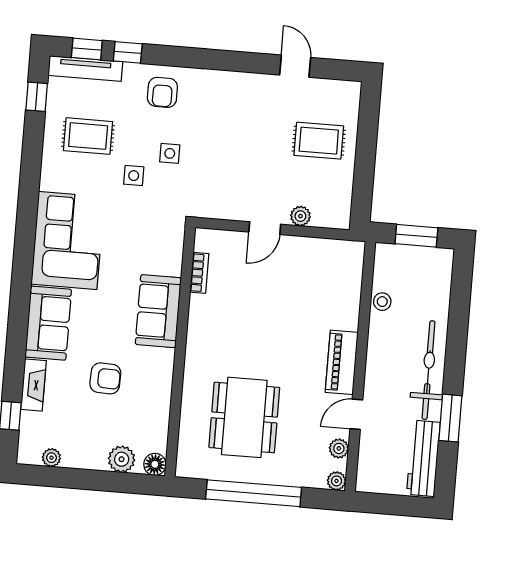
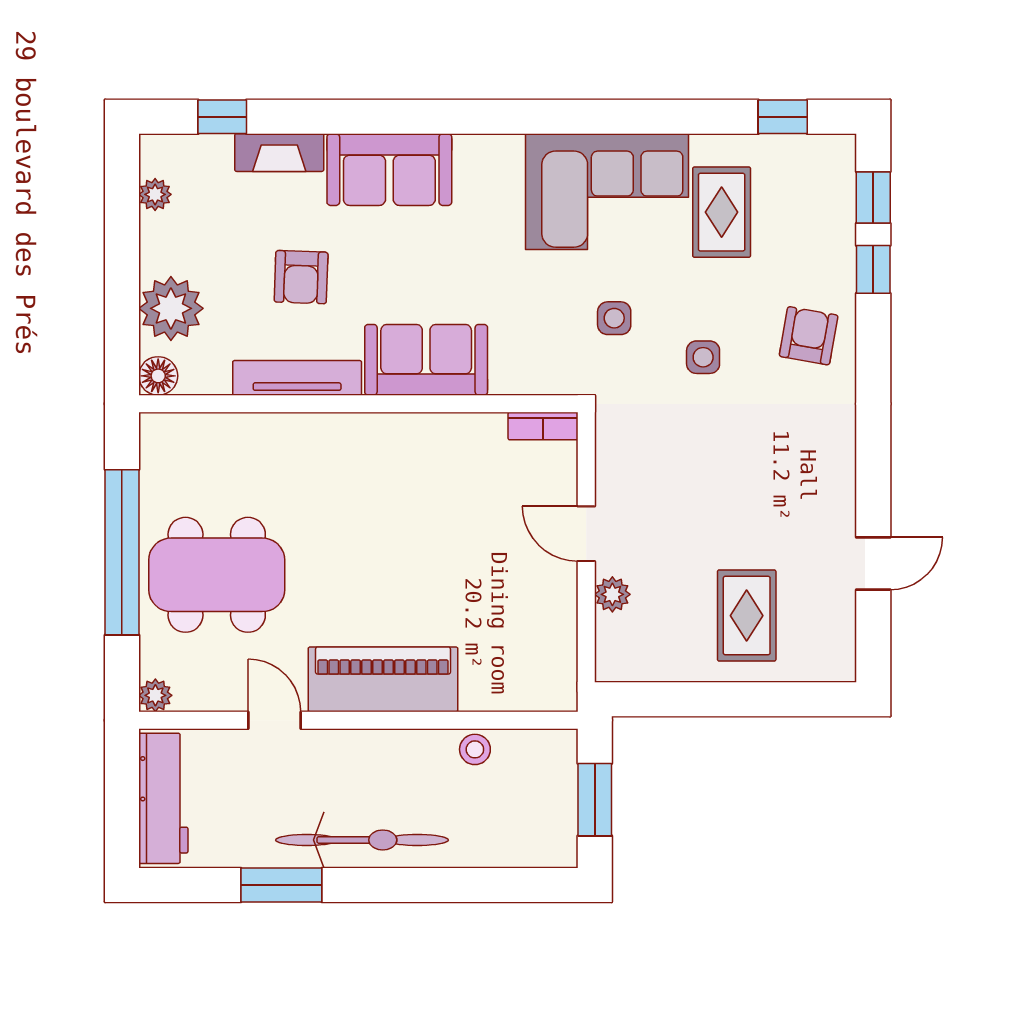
tv unit: (85, 69) -> (297, 378), moved, turned 90
armchair: (162, 92) -> (809, 336), turned 100
side table: (134, 176) -> (614, 318), moved
corner sofa: (68, 241) -> (607, 192), moved
bookcase: (199, 273) -> (543, 426), moved
piano: (342, 362) -> (383, 679), width x1.37, depth x1.33
dining table: (244, 417) -> (217, 575), moved
plant: (339, 448) -> (212, 695), removed
workbench: (423, 458) -> (163, 798), moved, turned 90
plant: (122, 459) -> (171, 308), width x1.36, depth x1.36

